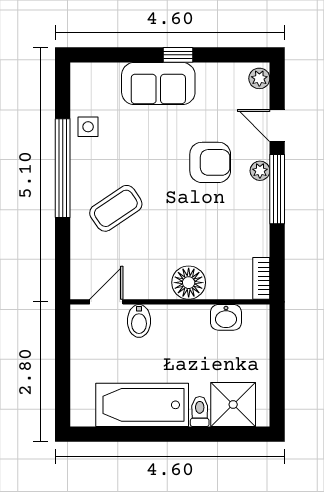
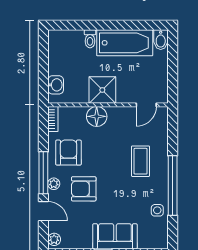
coffee table: (116, 208) -> (141, 161), turned -56
armchair: (235, 223) -> (68, 153), added
washbasin: (226, 317) -> (56, 85), moved, turned 90
bidet: (139, 321) -> (161, 40), moved, turned 180
shower: (233, 405) -> (102, 90), moved

